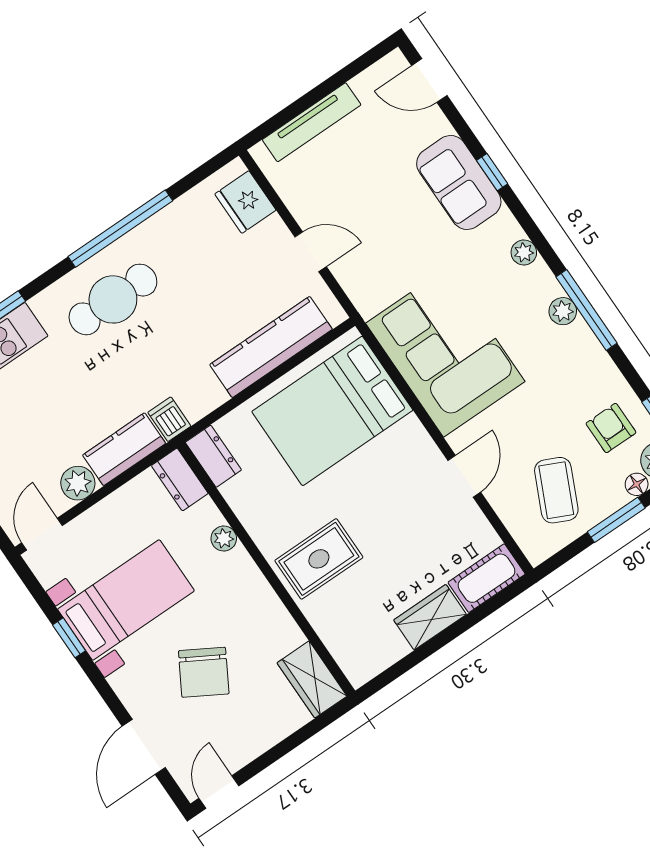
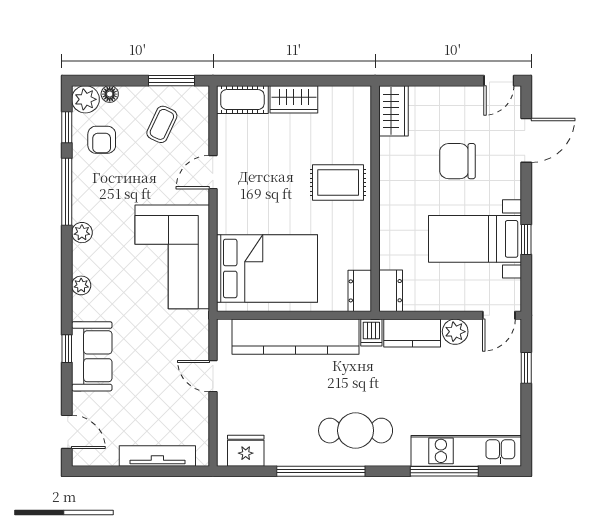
fridge: (245, 202) -> (246, 451), moved, turned -90
window: (587, 310) -> (67, 192), moved
kitchen counter: (271, 347) -> (296, 337), width x1.39, depth x1.17
coffee table: (556, 490) -> (162, 124), width x0.73, depth x0.77
window: (616, 520) -> (172, 81), moved
plant: (224, 538) -> (388, 236), removed
chair: (204, 672) -> (457, 161), turned -120

